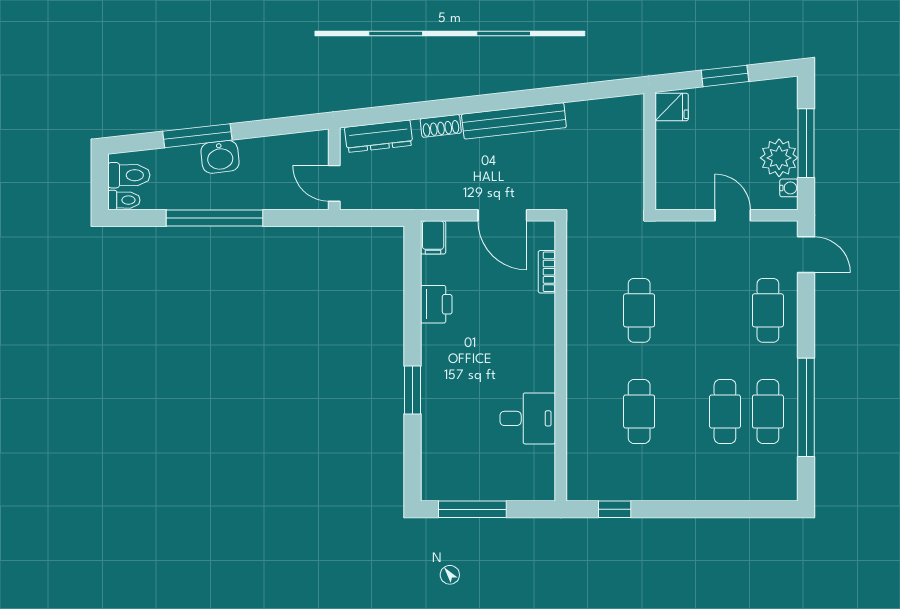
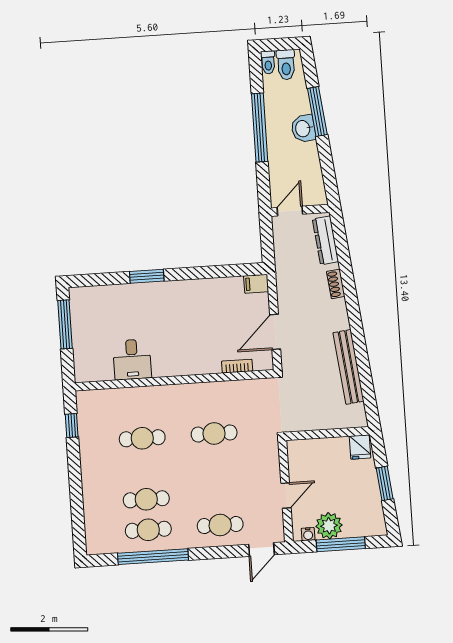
bench: (514, 121) -> (348, 367), moved
printer: (436, 304) -> (209, 289), removed

